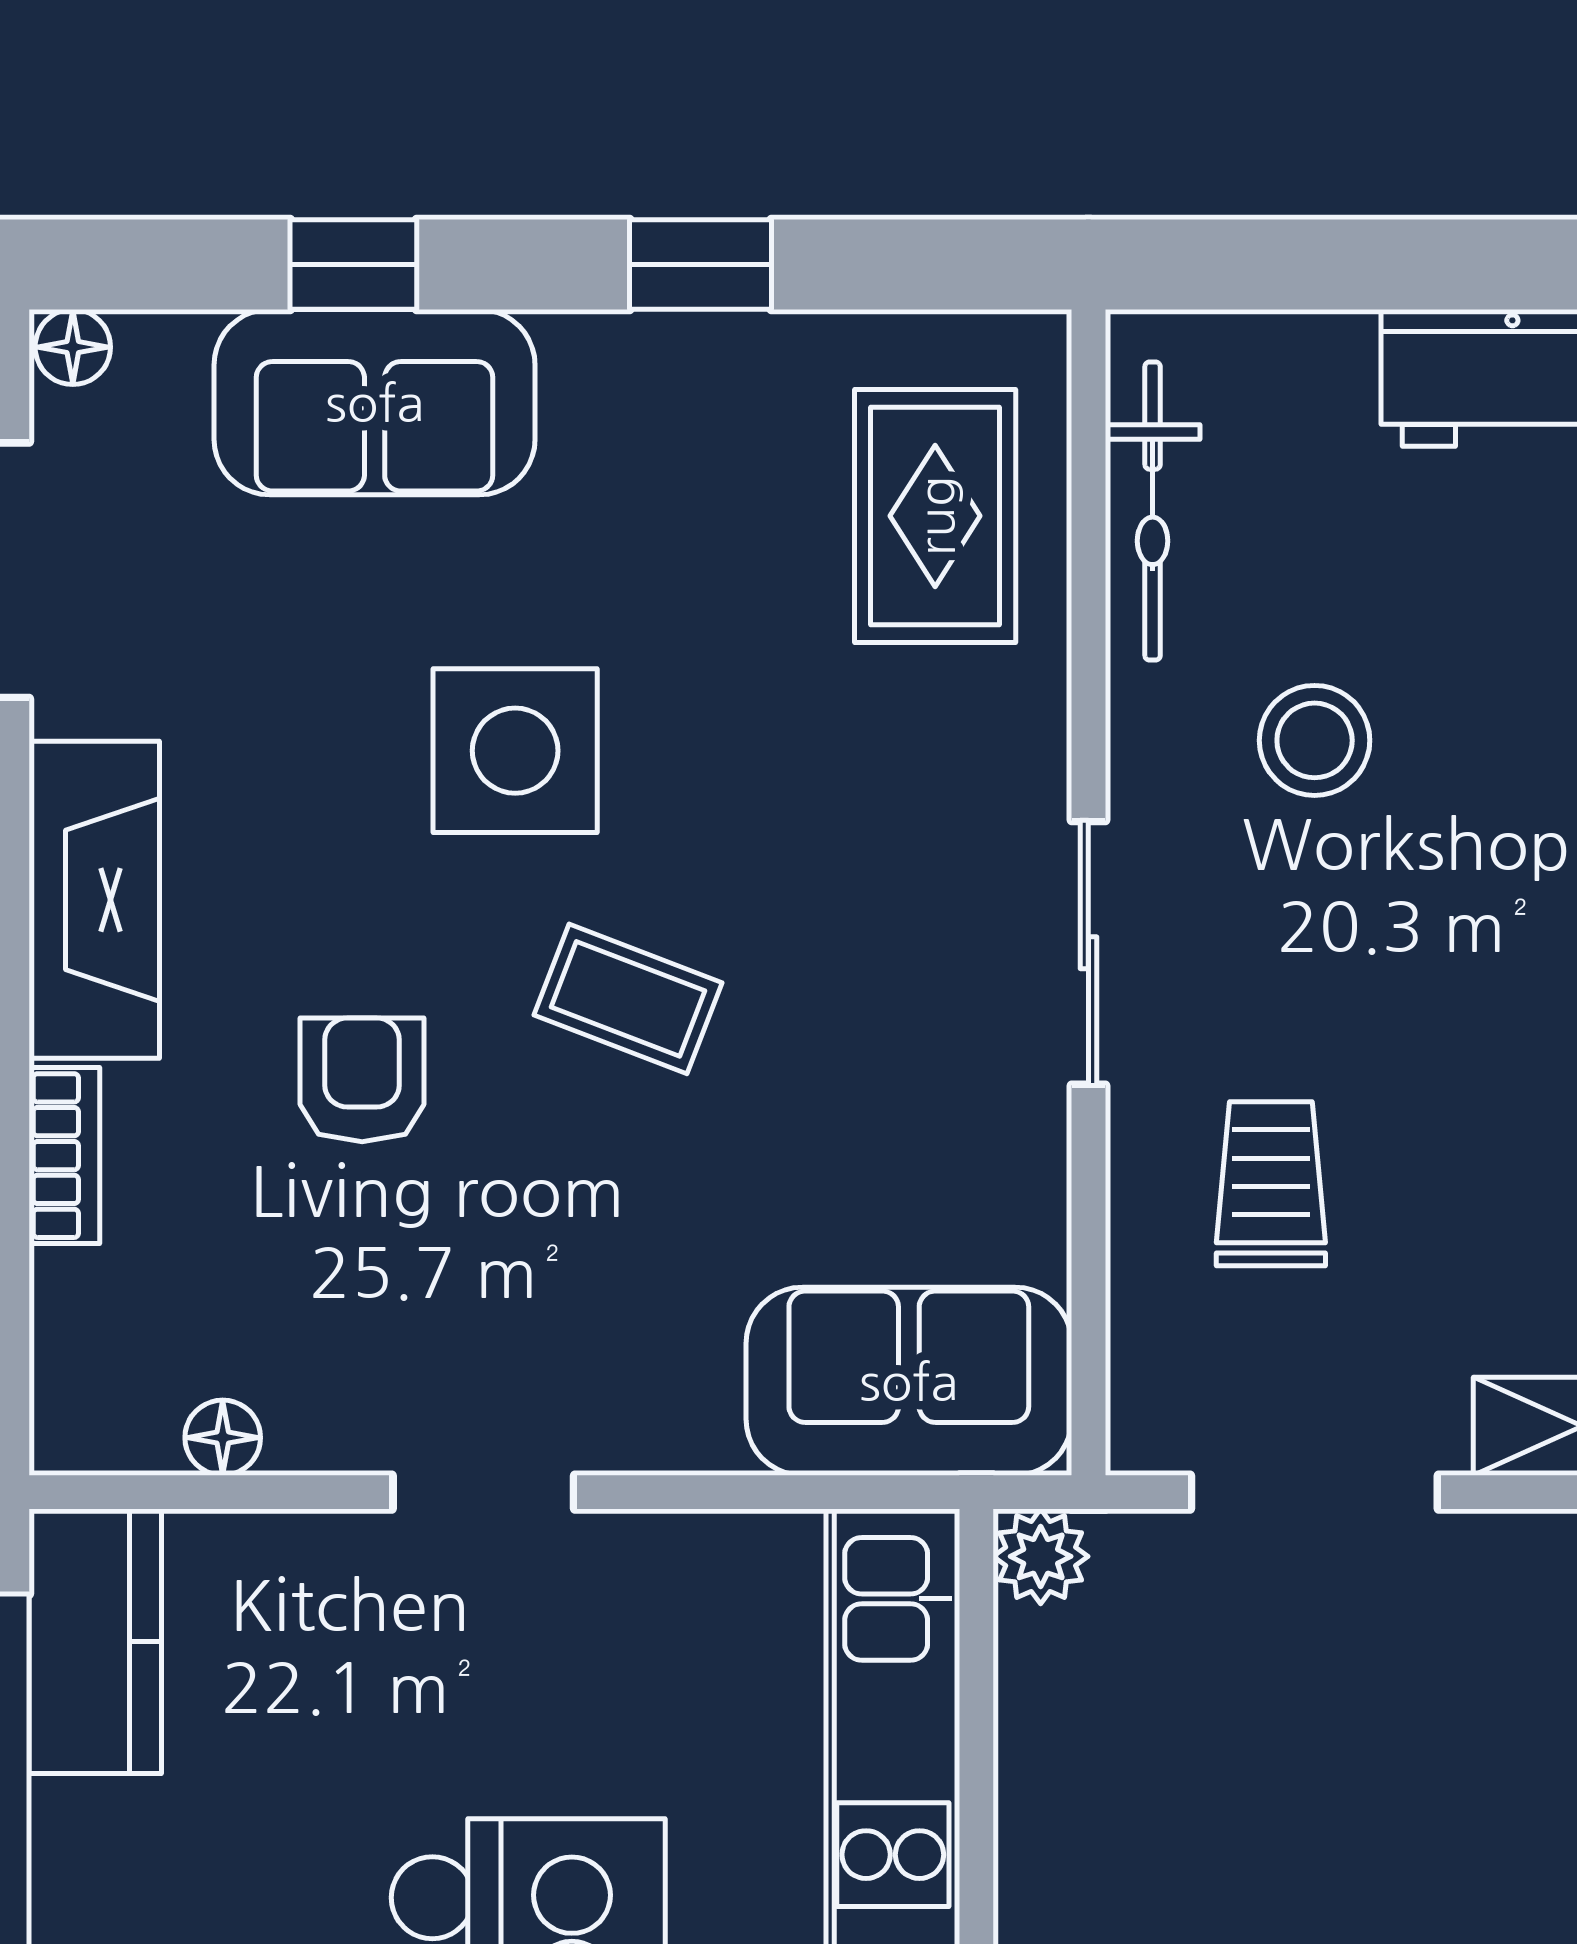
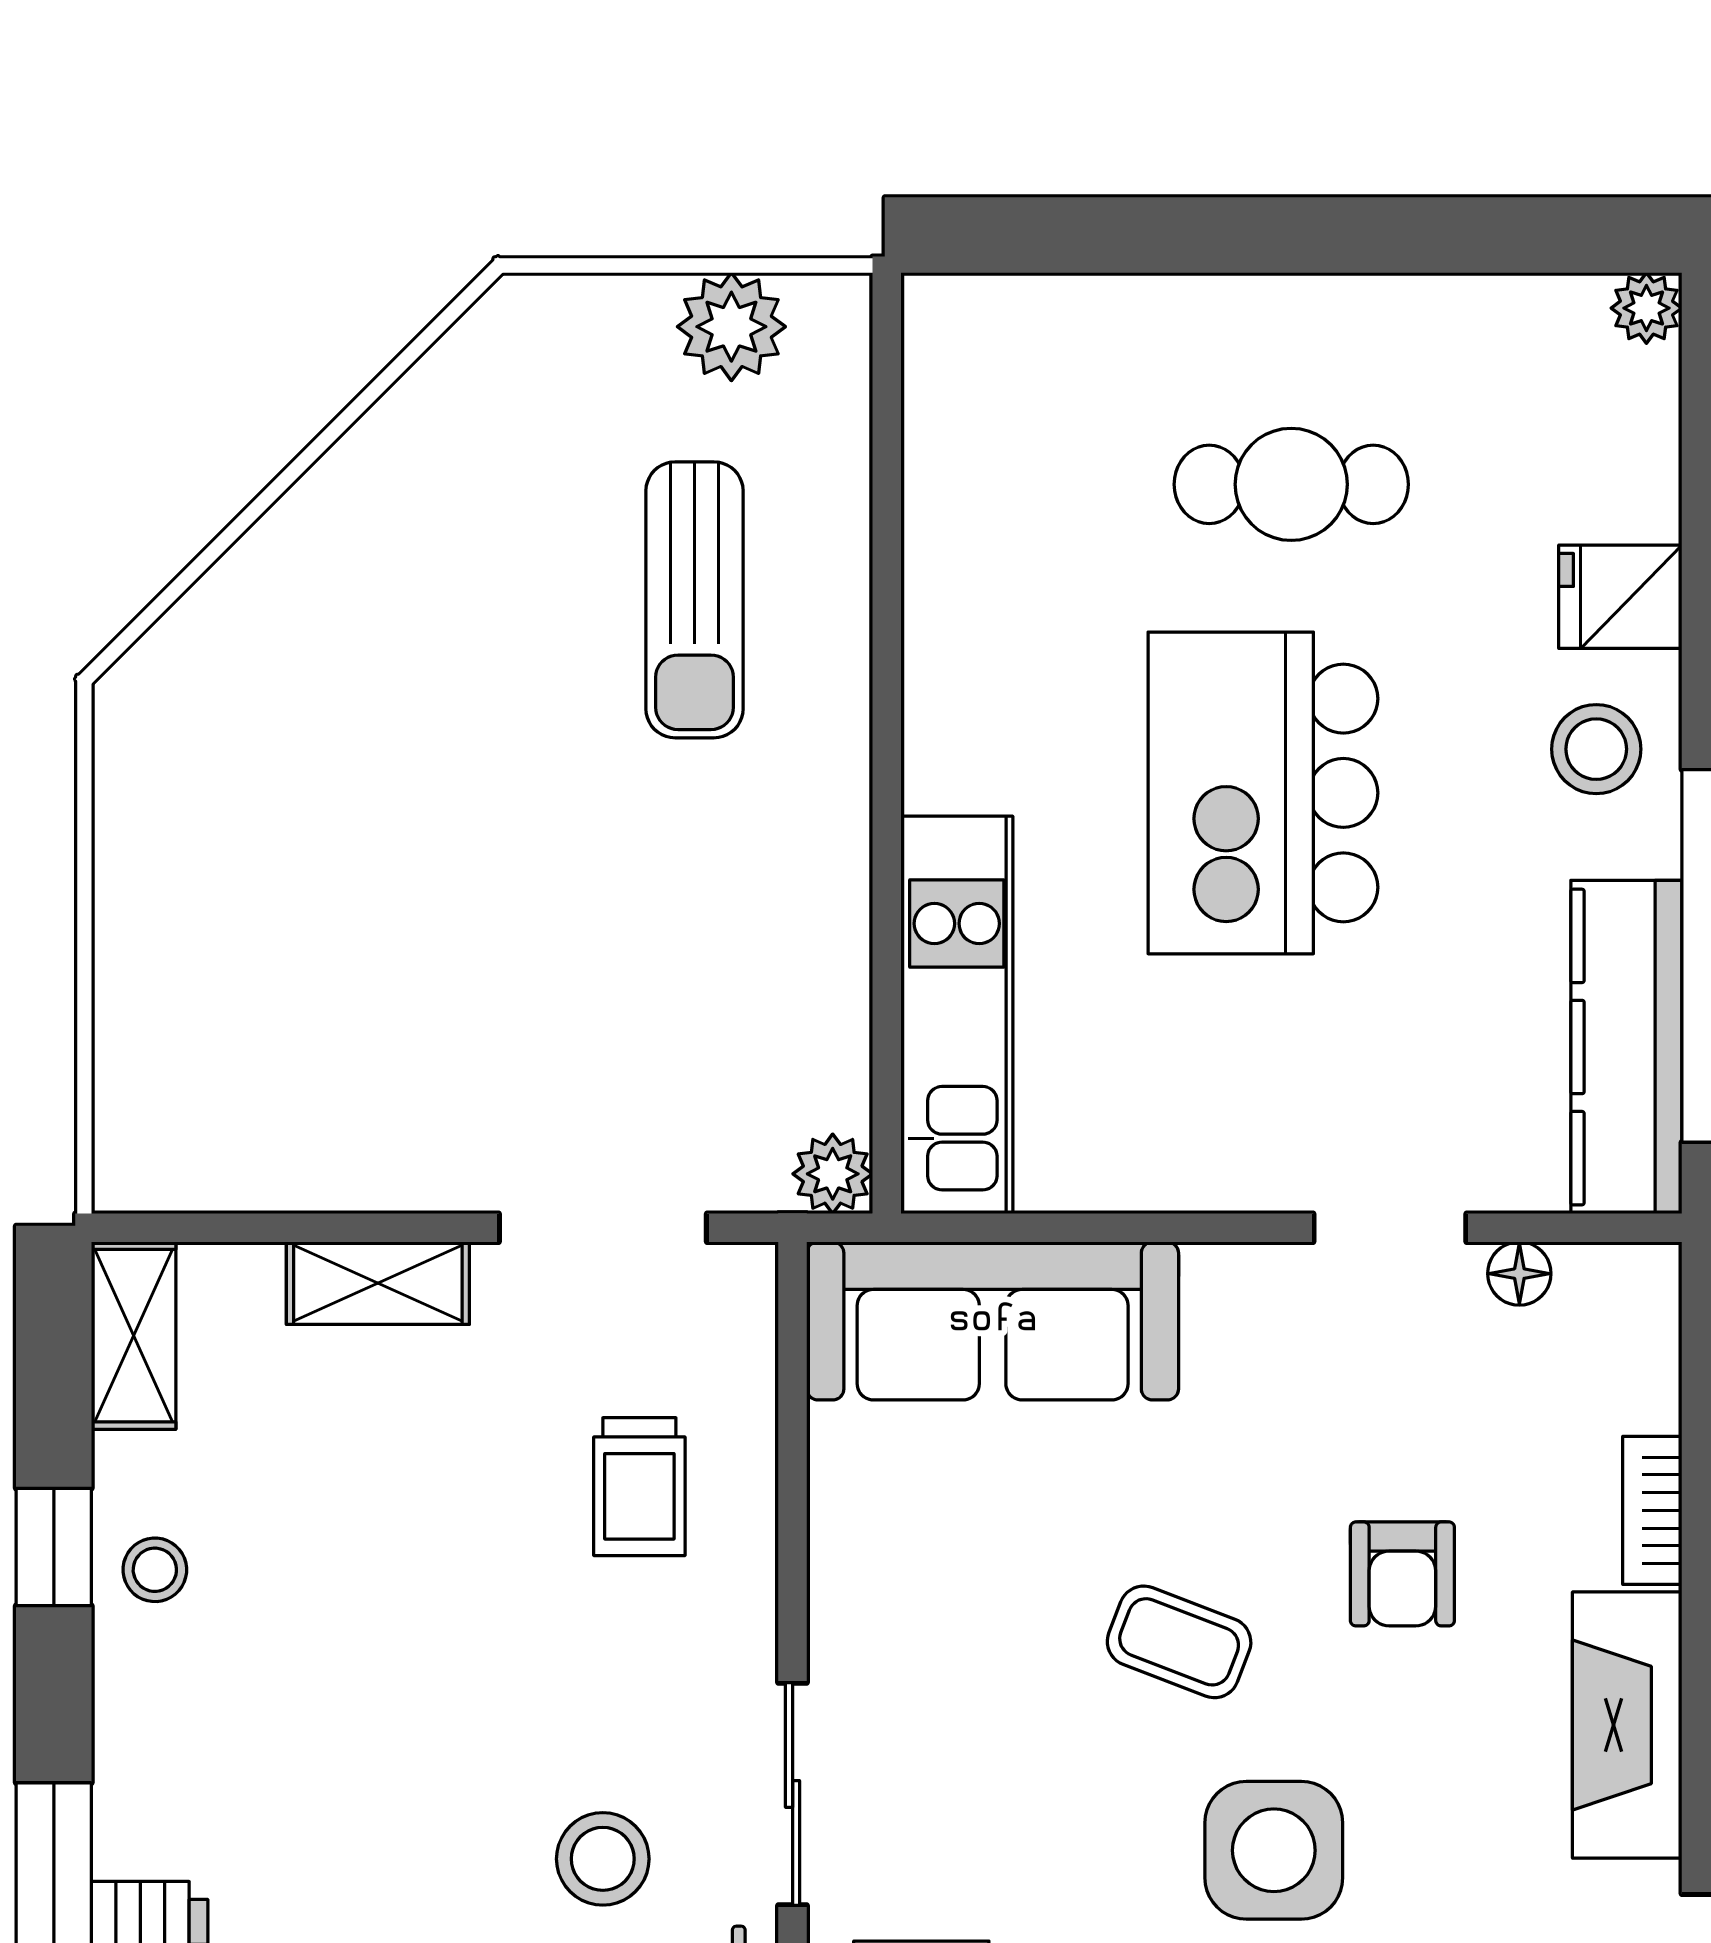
sliding door: (1088, 953) -> (793, 1794), moved
sofa: (909, 1381) -> (993, 1321), width x1.36
doorway: (483, 1492) -> (1390, 1228), moved
kitchen counter: (95, 1641) -> (1626, 1047), width x1.50

